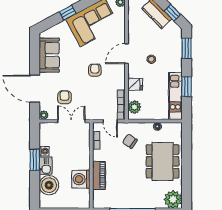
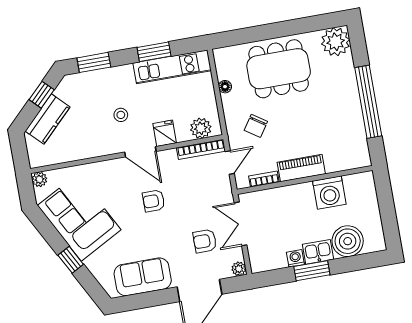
door: (127, 54) -> (140, 152), moved
piano: (99, 175) -> (301, 168), moved

